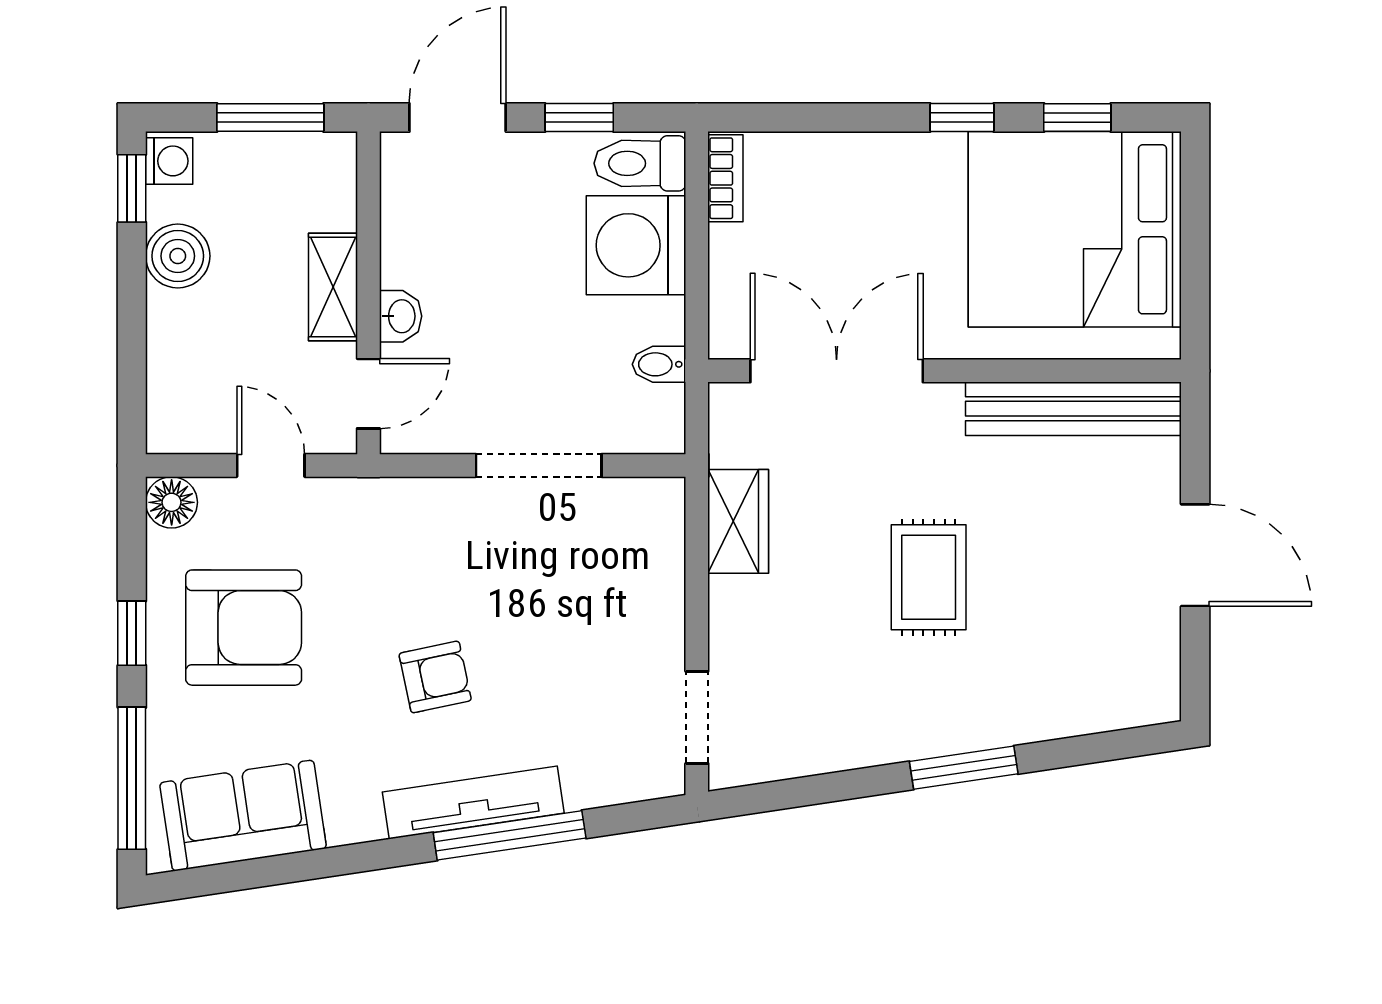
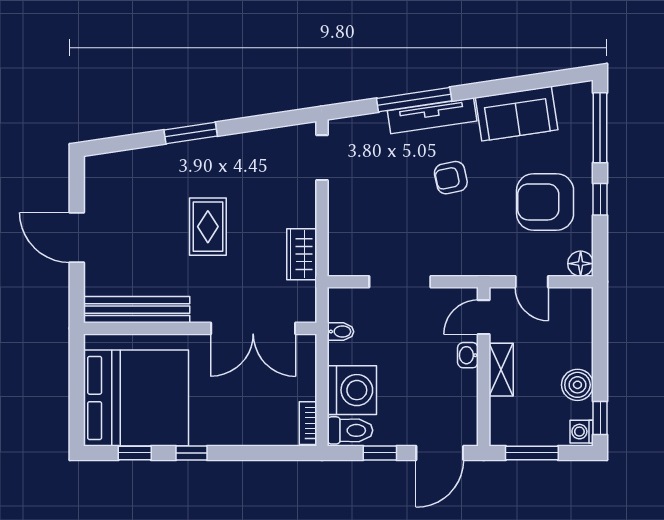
sofa: (243, 816) -> (517, 114), moved

